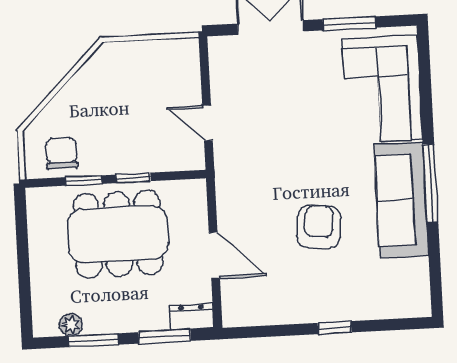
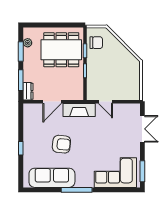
window: (349, 23) -> (142, 171), moved
door: (207, 123) -> (105, 102), swing flipped
fireplace: (231, 187) -> (79, 110), added
sofa: (401, 200) -> (52, 178), moved
dining table: (118, 234) -> (61, 50), moved, turned 90

